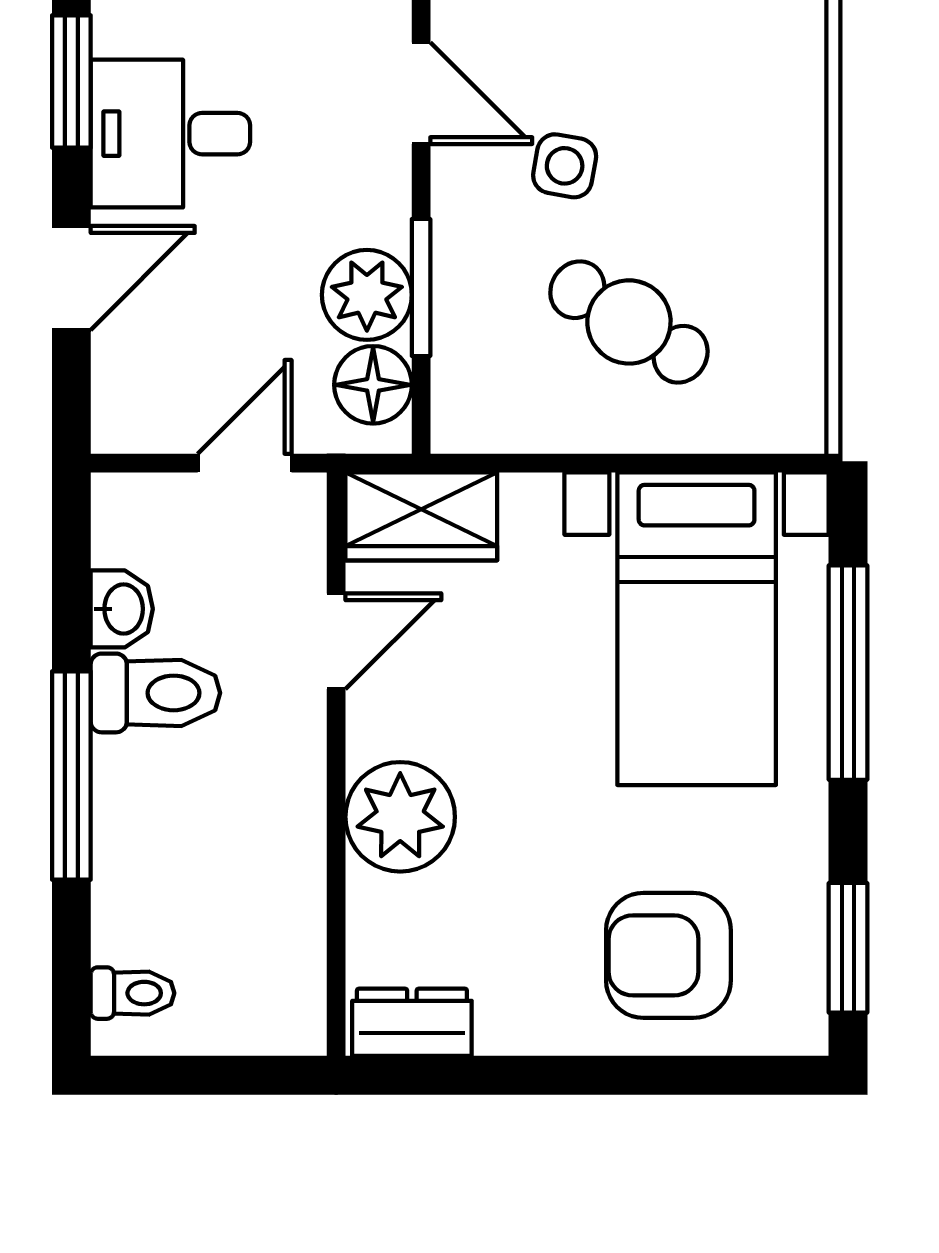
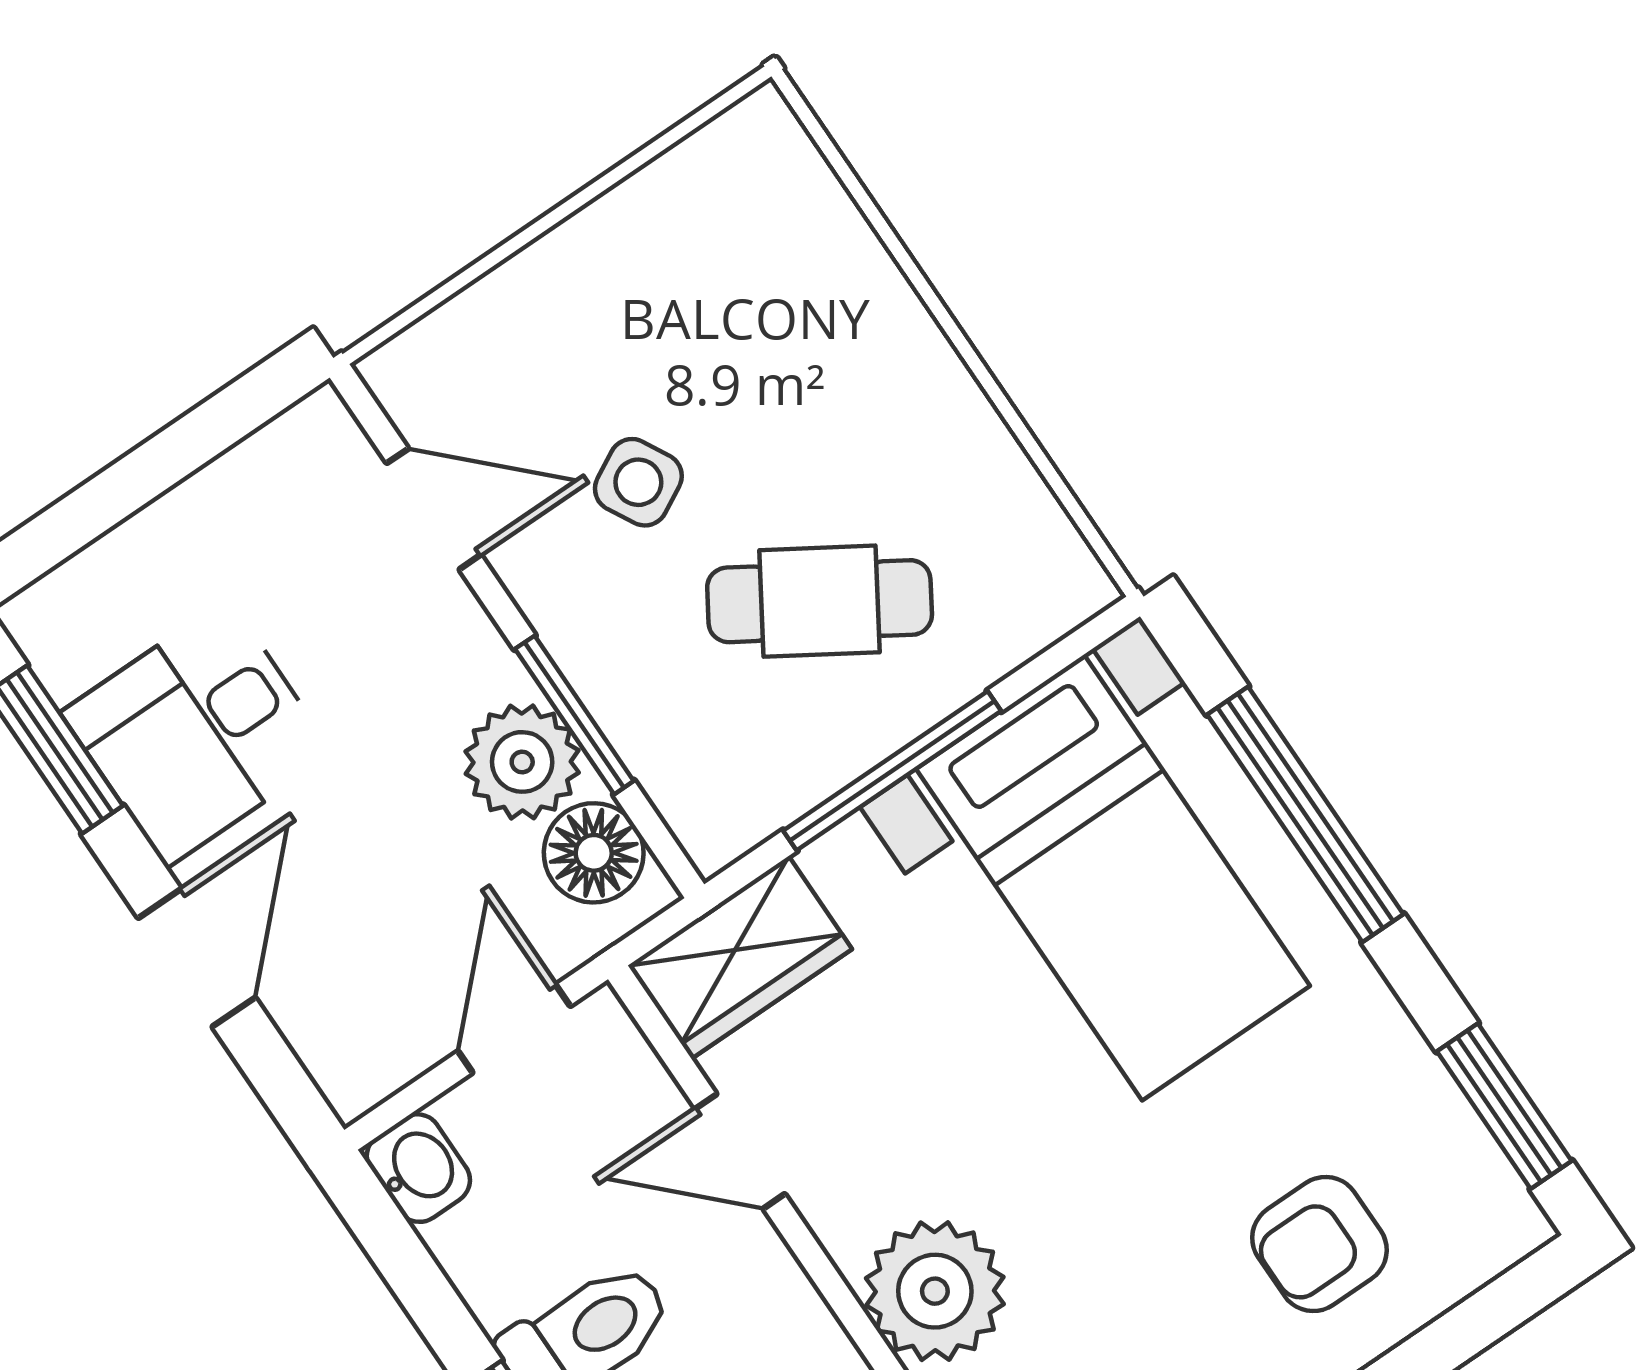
side table: (565, 166) -> (638, 482), turned -38
window: (601, 463) -> (892, 771), added
washbasin: (122, 609) -> (418, 1168), moved
door: (336, 641) -> (740, 1151), swing flipped
armchair: (668, 955) -> (1319, 1244), width x0.72, depth x0.72

